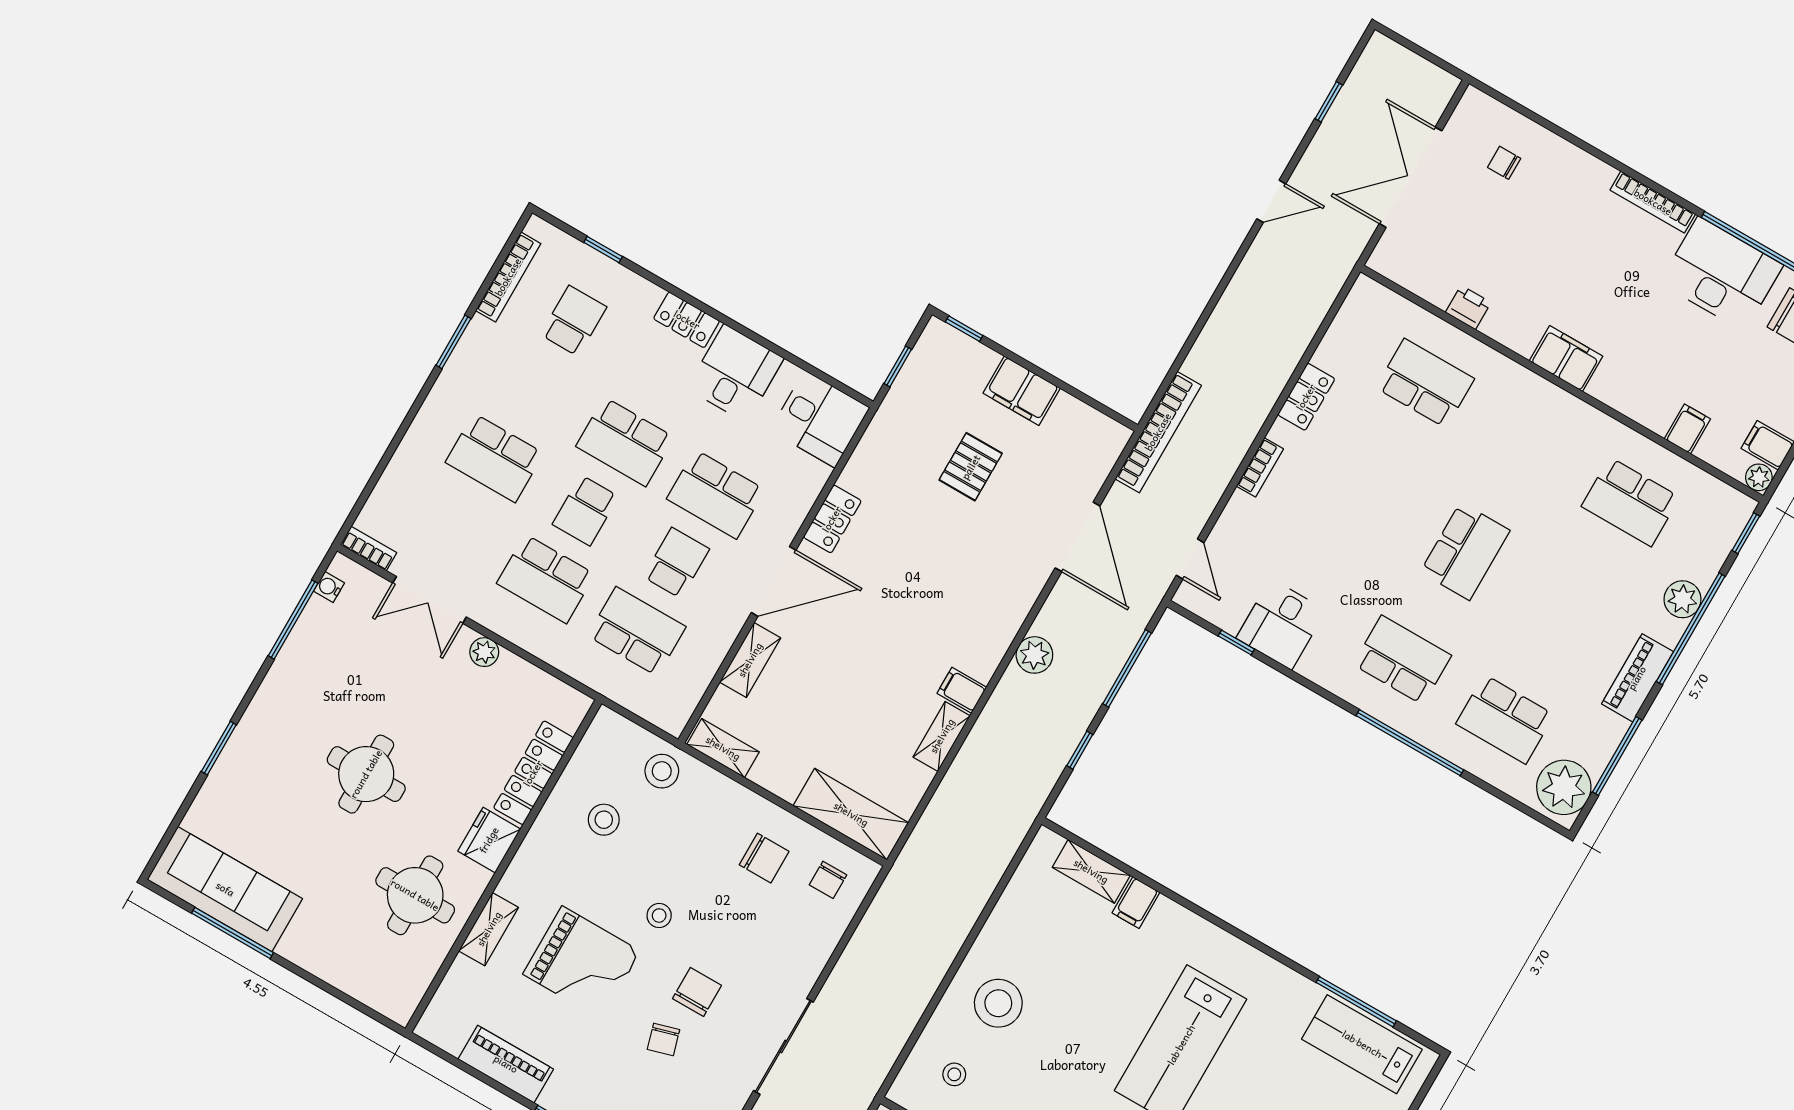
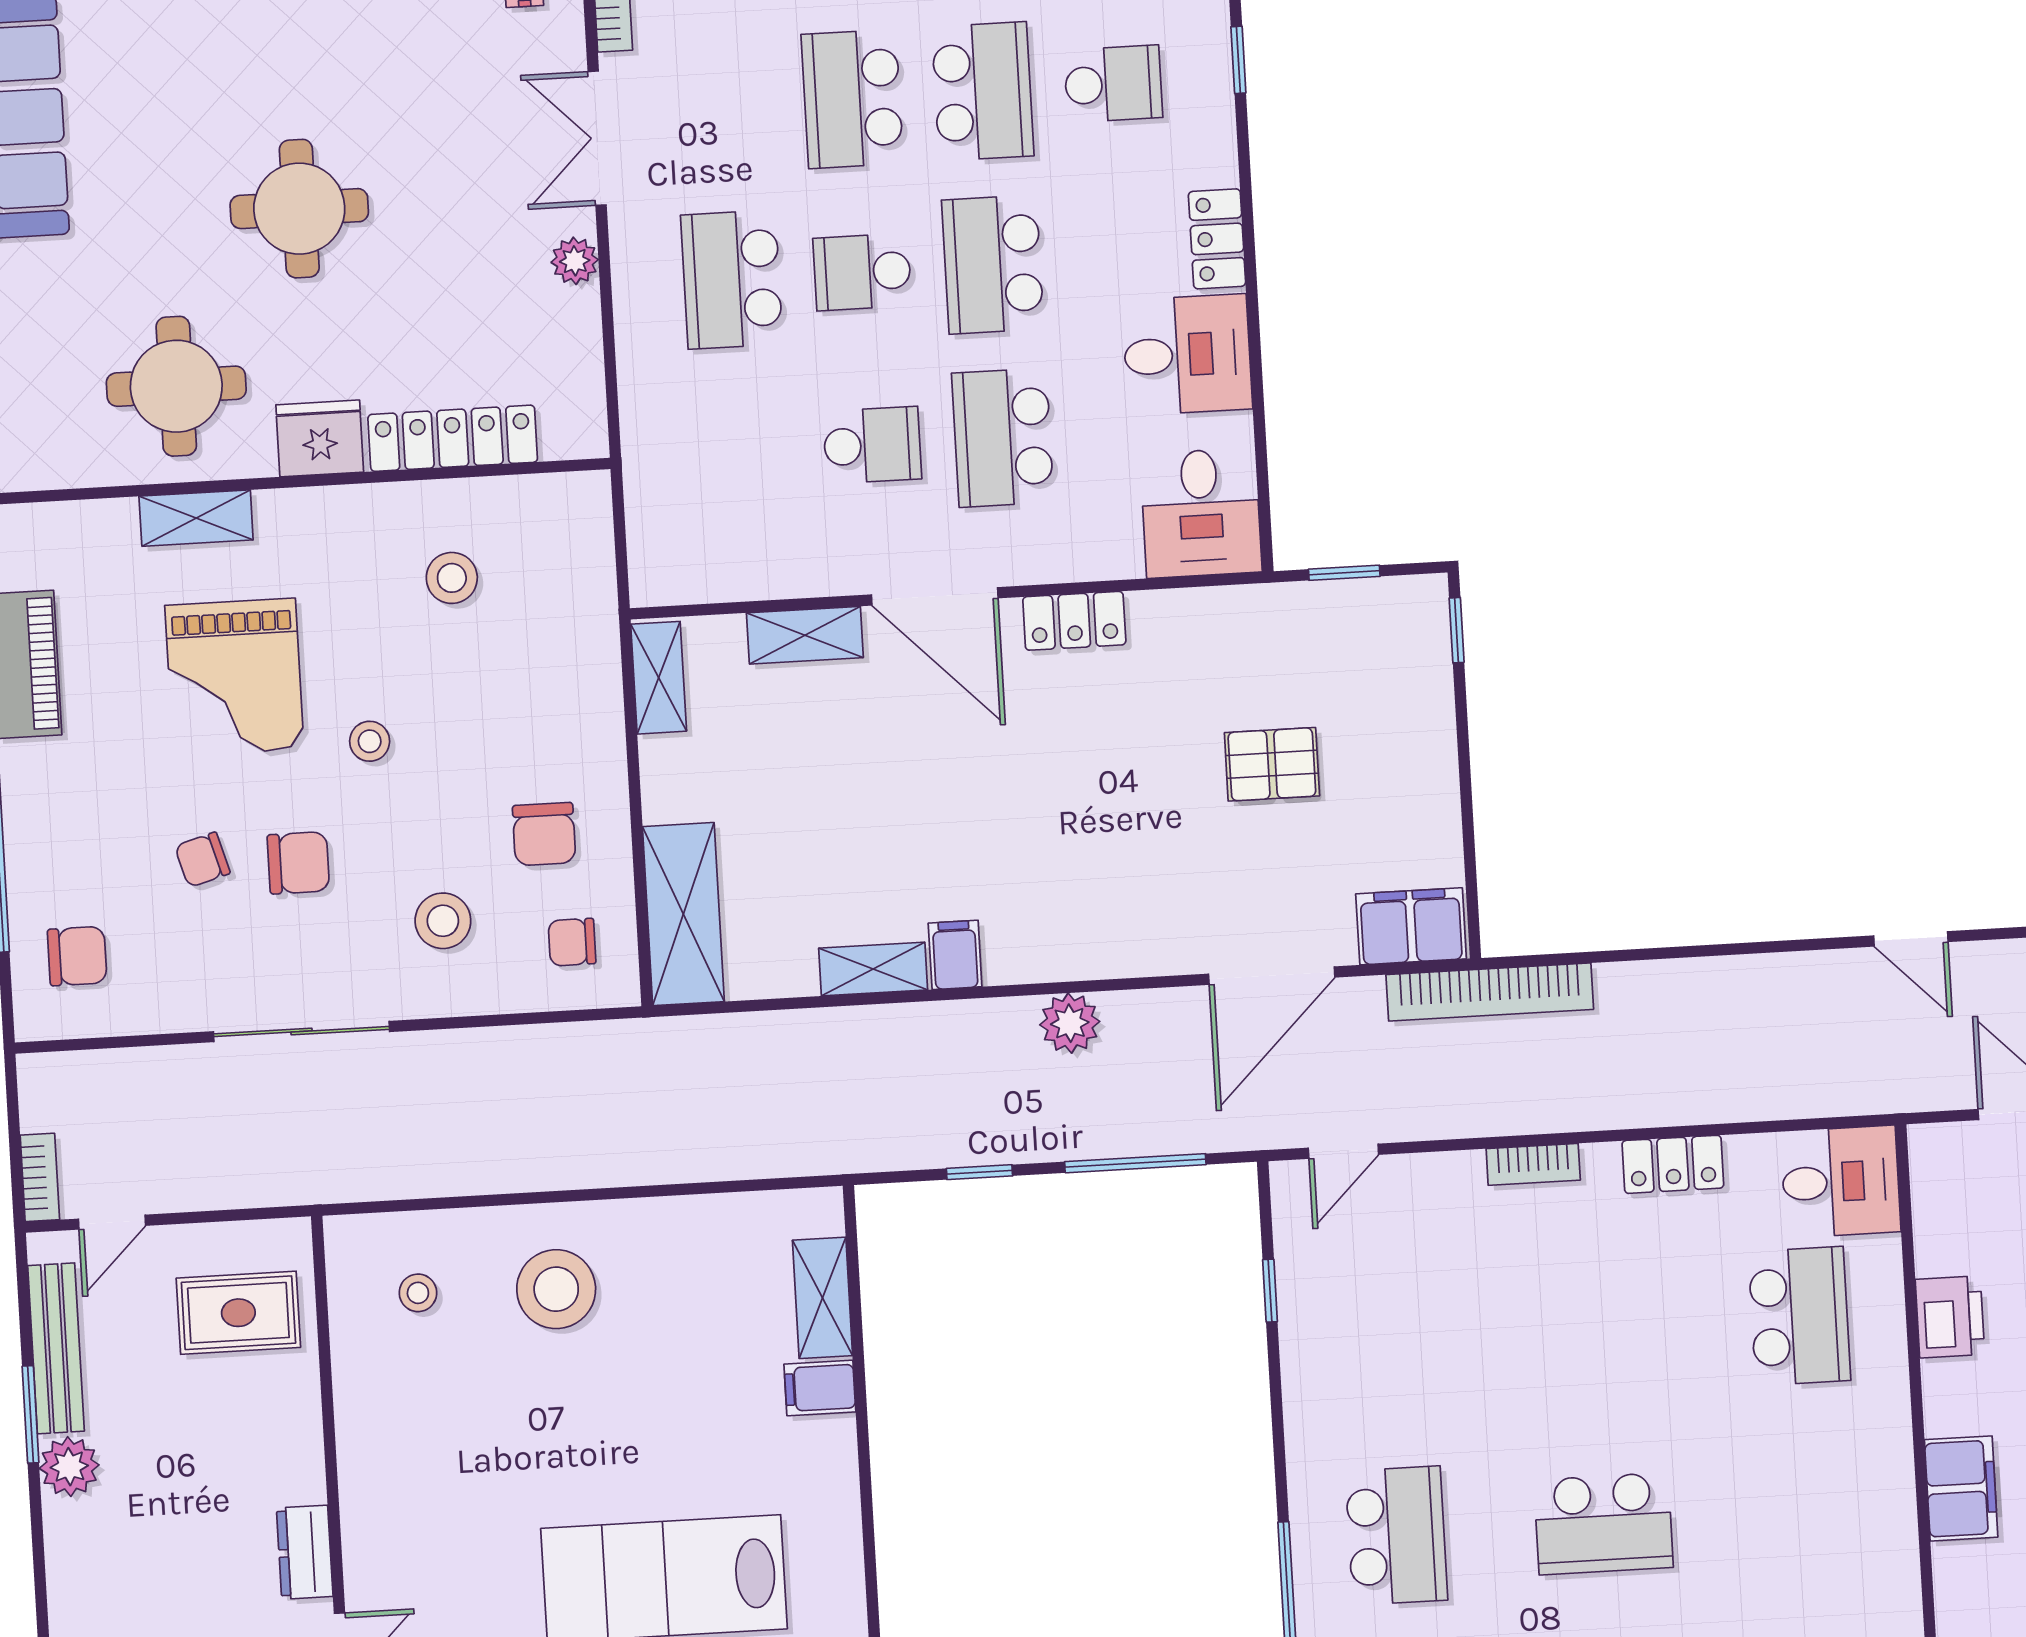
printer: (1468, 307) -> (1950, 1317), width x1.36, depth x1.24
filing cabinet: (1022, 391) -> (1411, 926), moved, turned 90
desk: (1281, 624) -> (1841, 1182), moved, turned 180
school desk: (637, 631) -> (983, 91), moved
stool: (662, 771) -> (443, 921), moved

